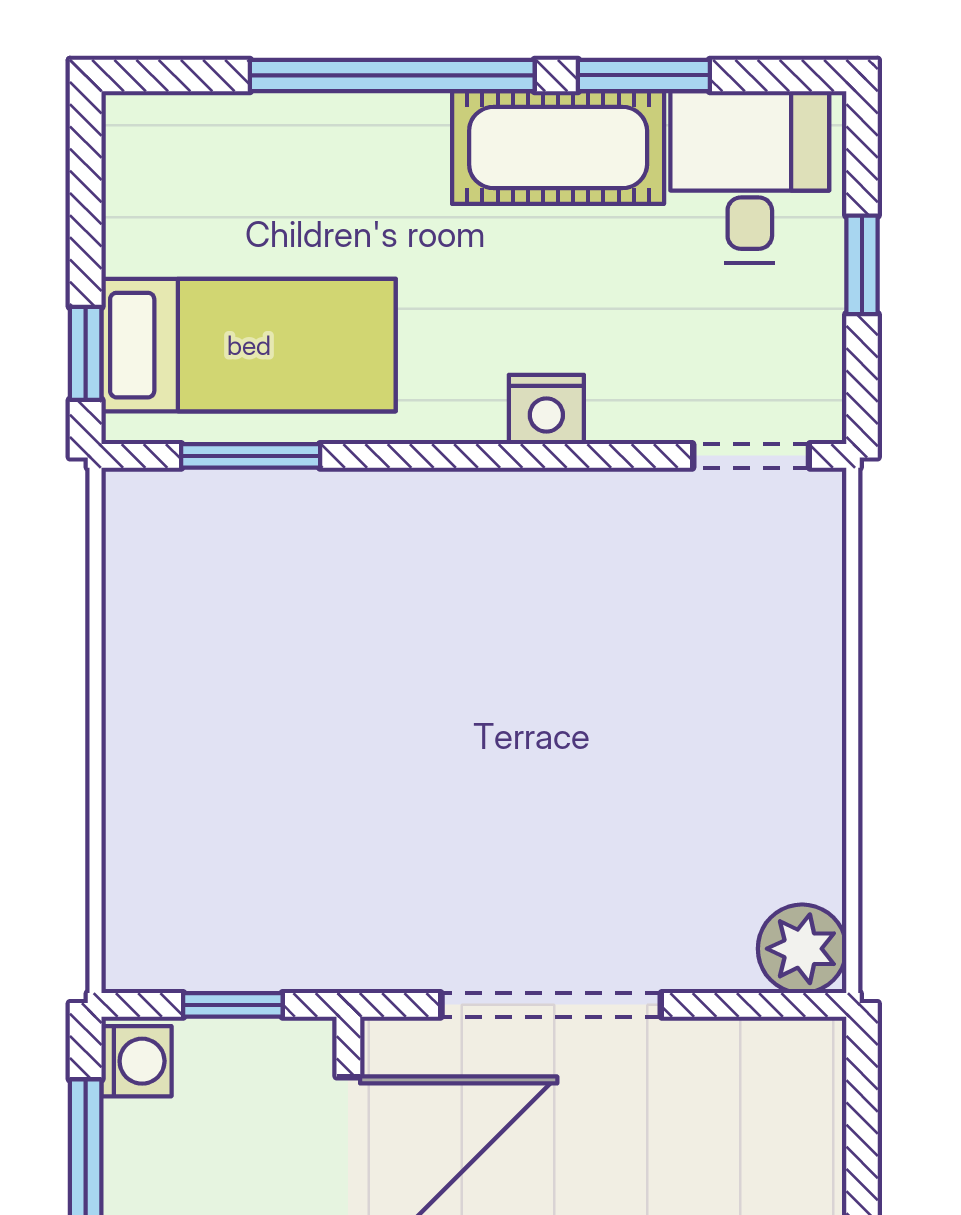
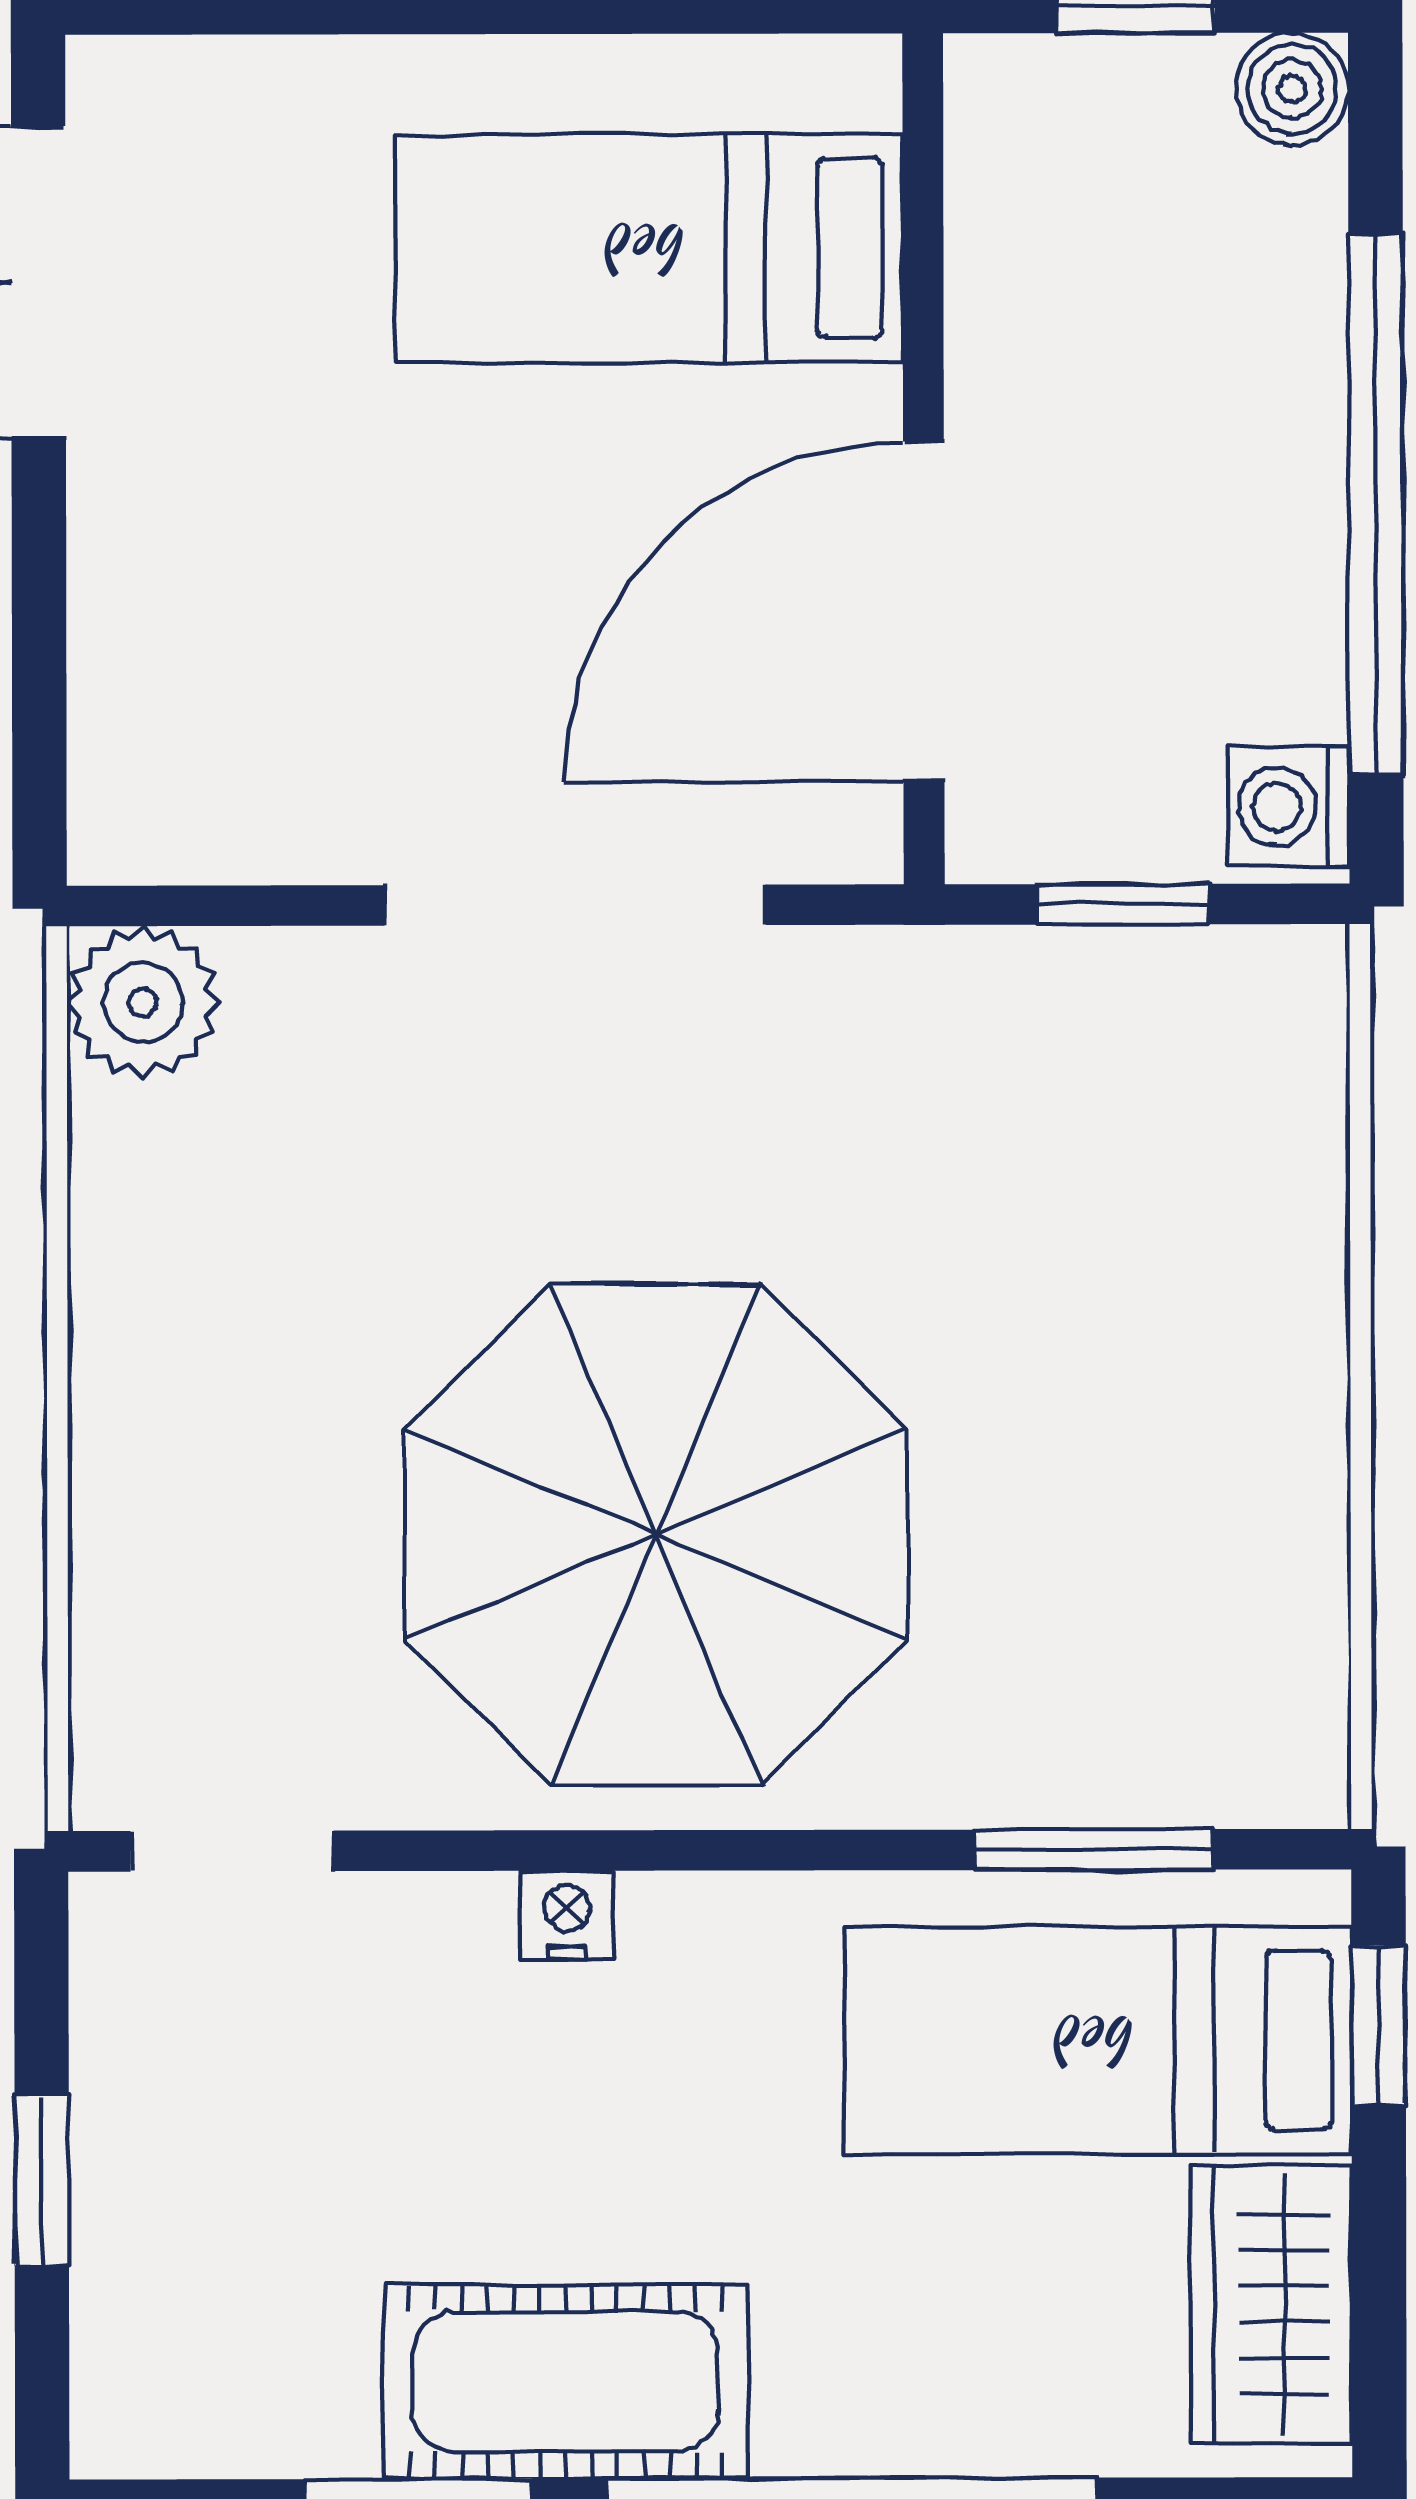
desk: (750, 177) -> (235, 2332), removed
wardrobe: (148, 192) -> (1271, 2304), added
nightstand: (546, 409) -> (567, 1915), width x0.72, depth x0.74
parasol: (505, 639) -> (656, 1535), added

